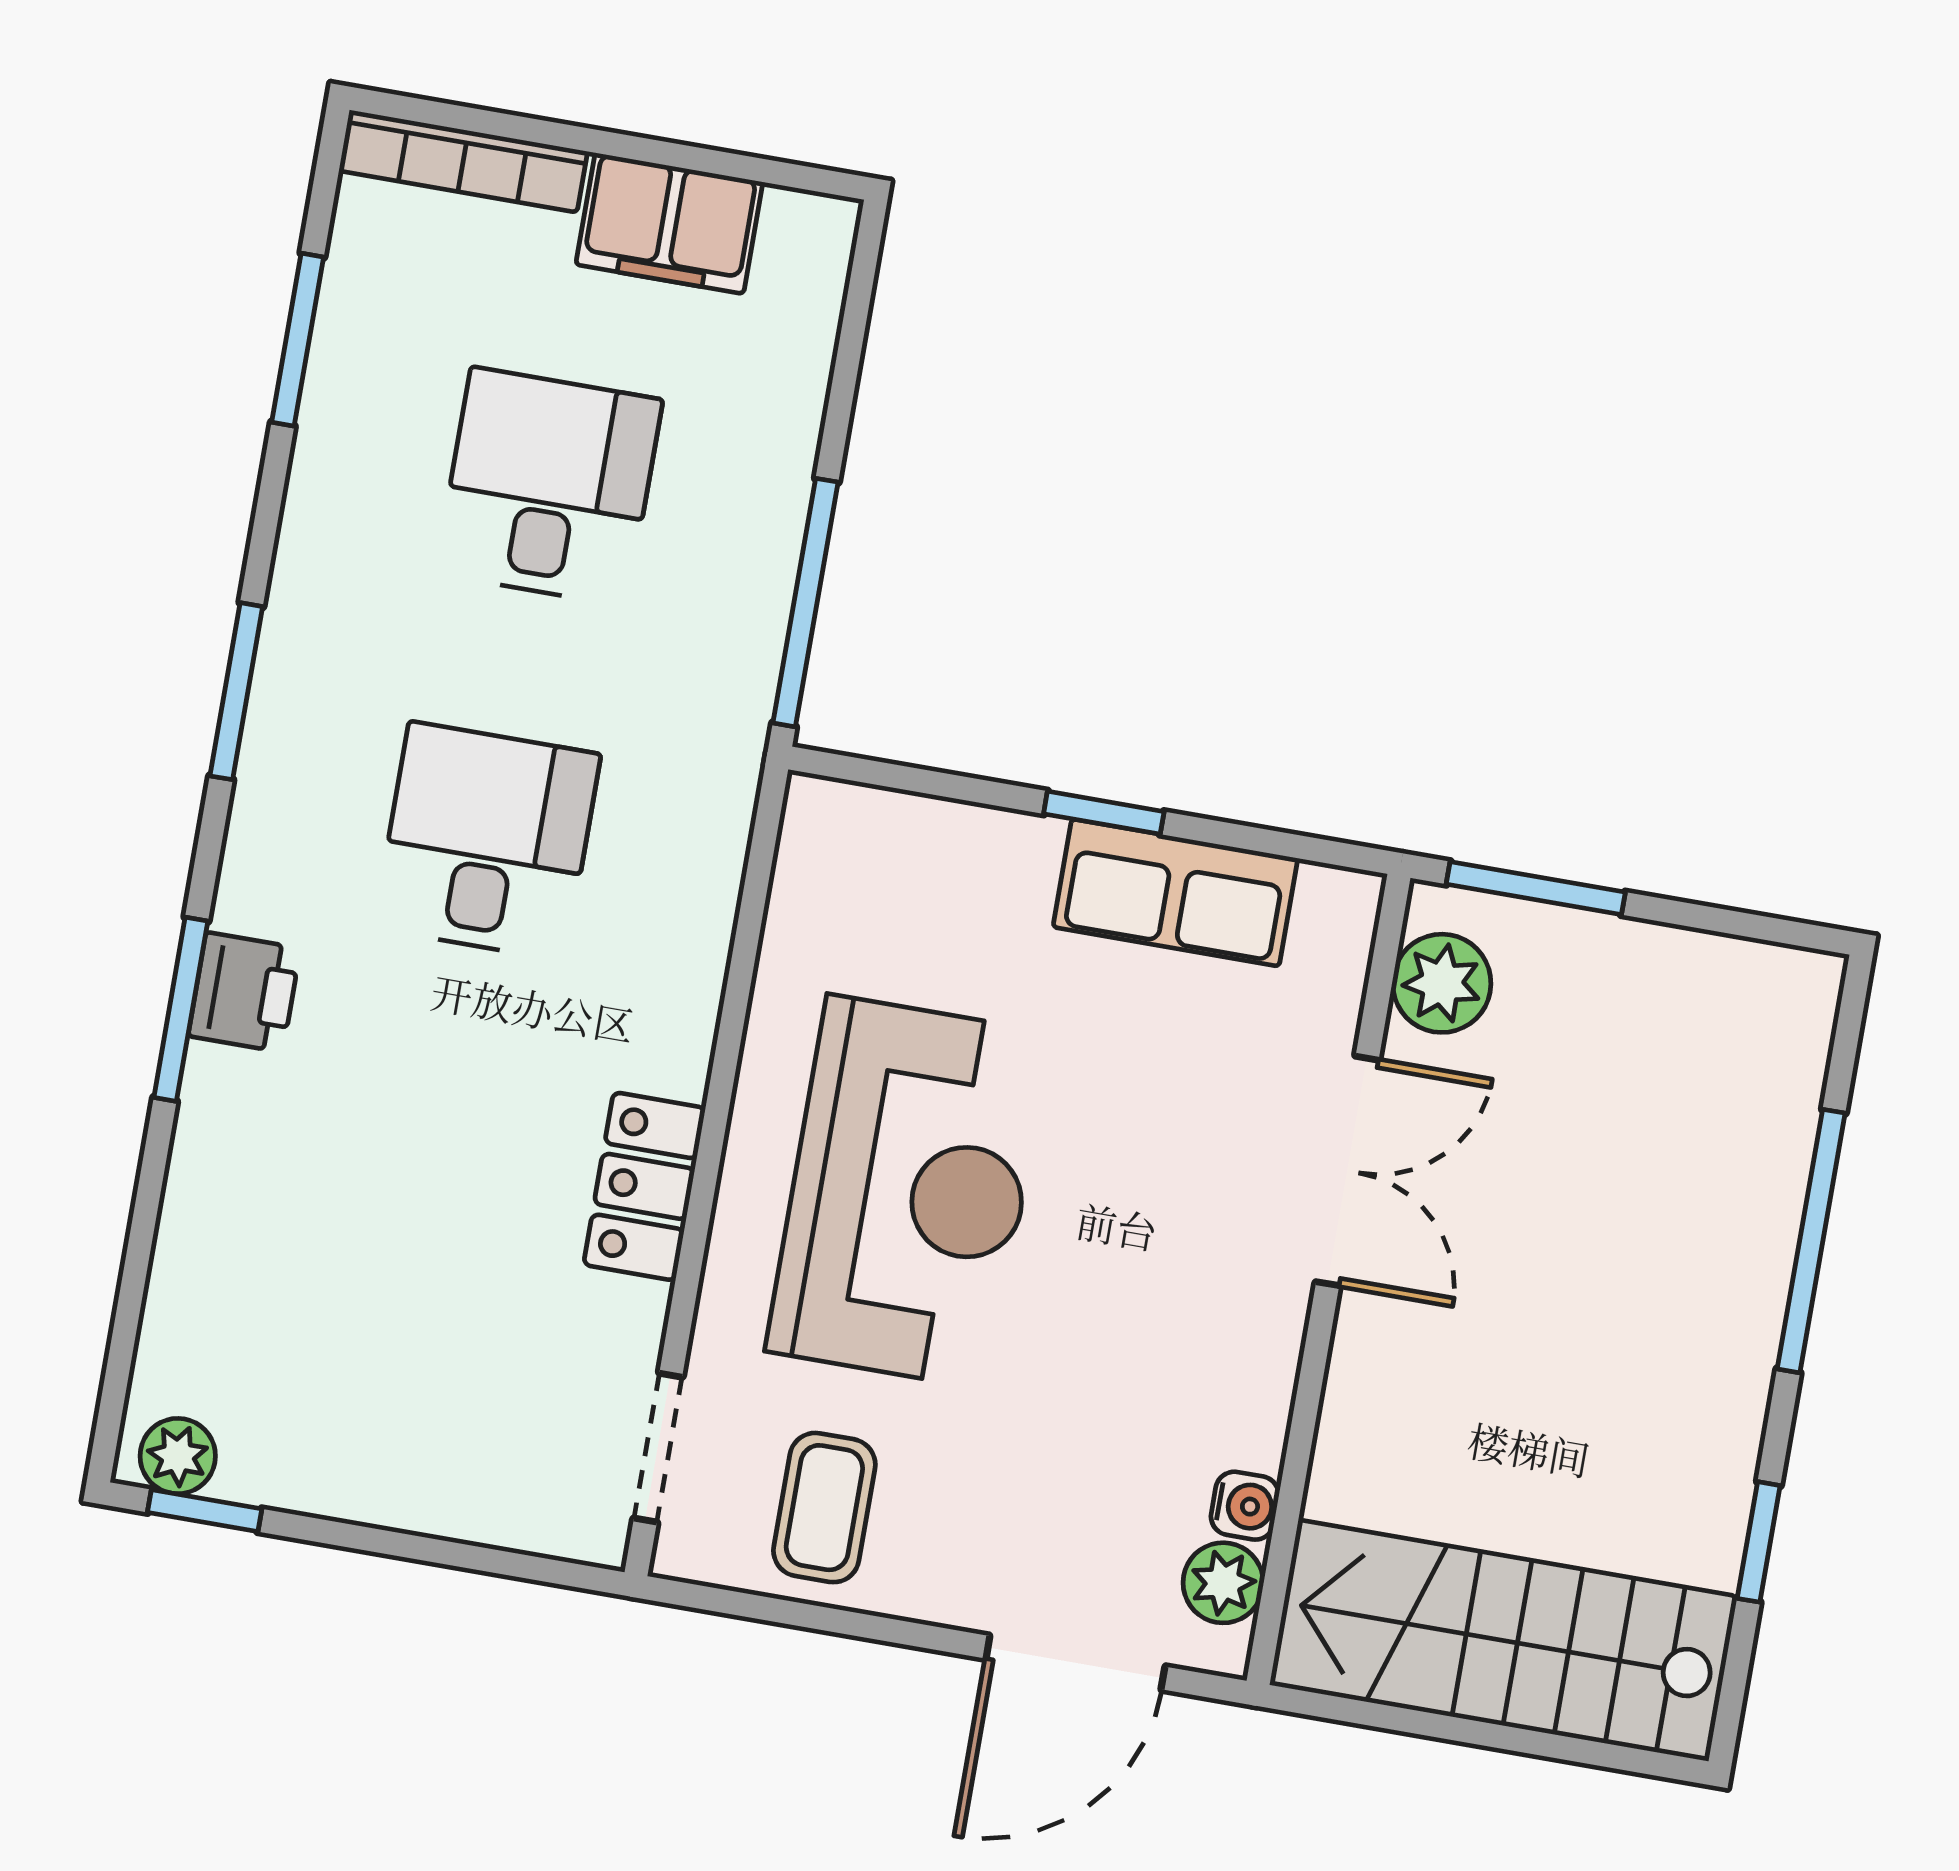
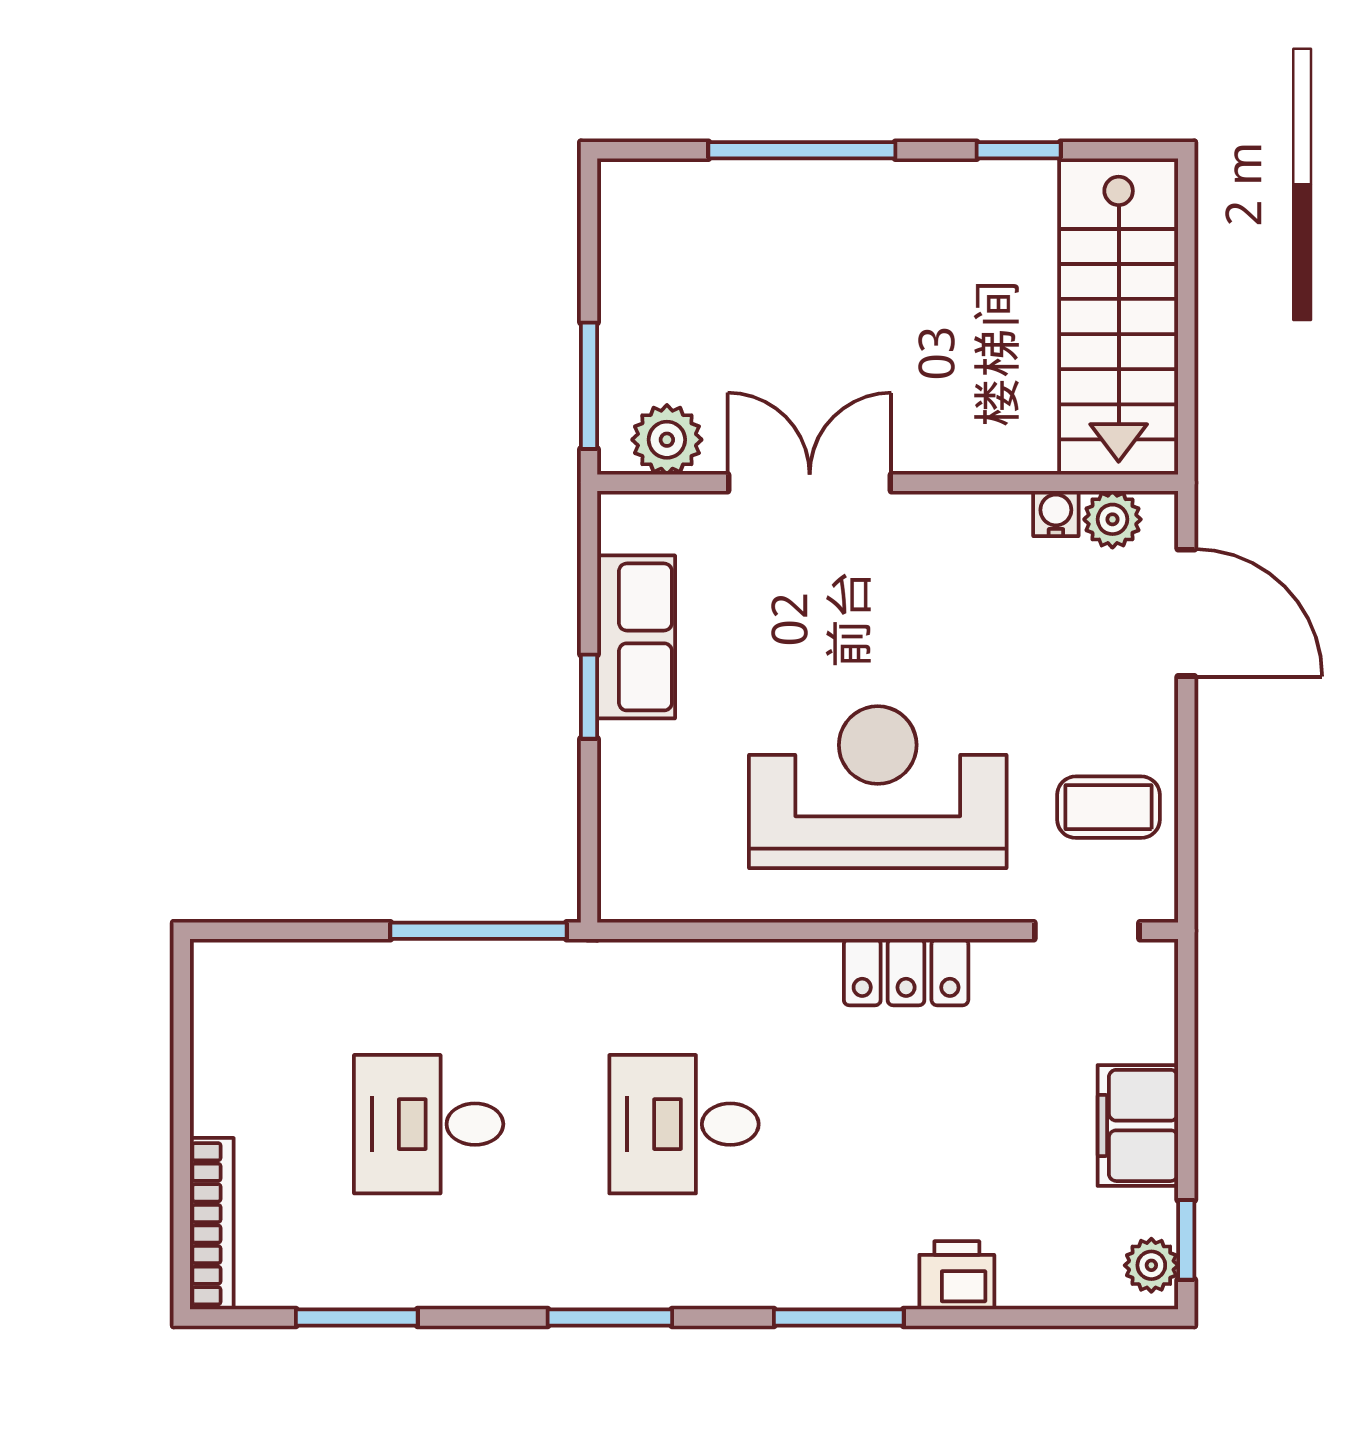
filing cabinet: (669, 223) -> (1138, 1125), moved, turned 180
printer: (244, 992) -> (957, 1275), moved

